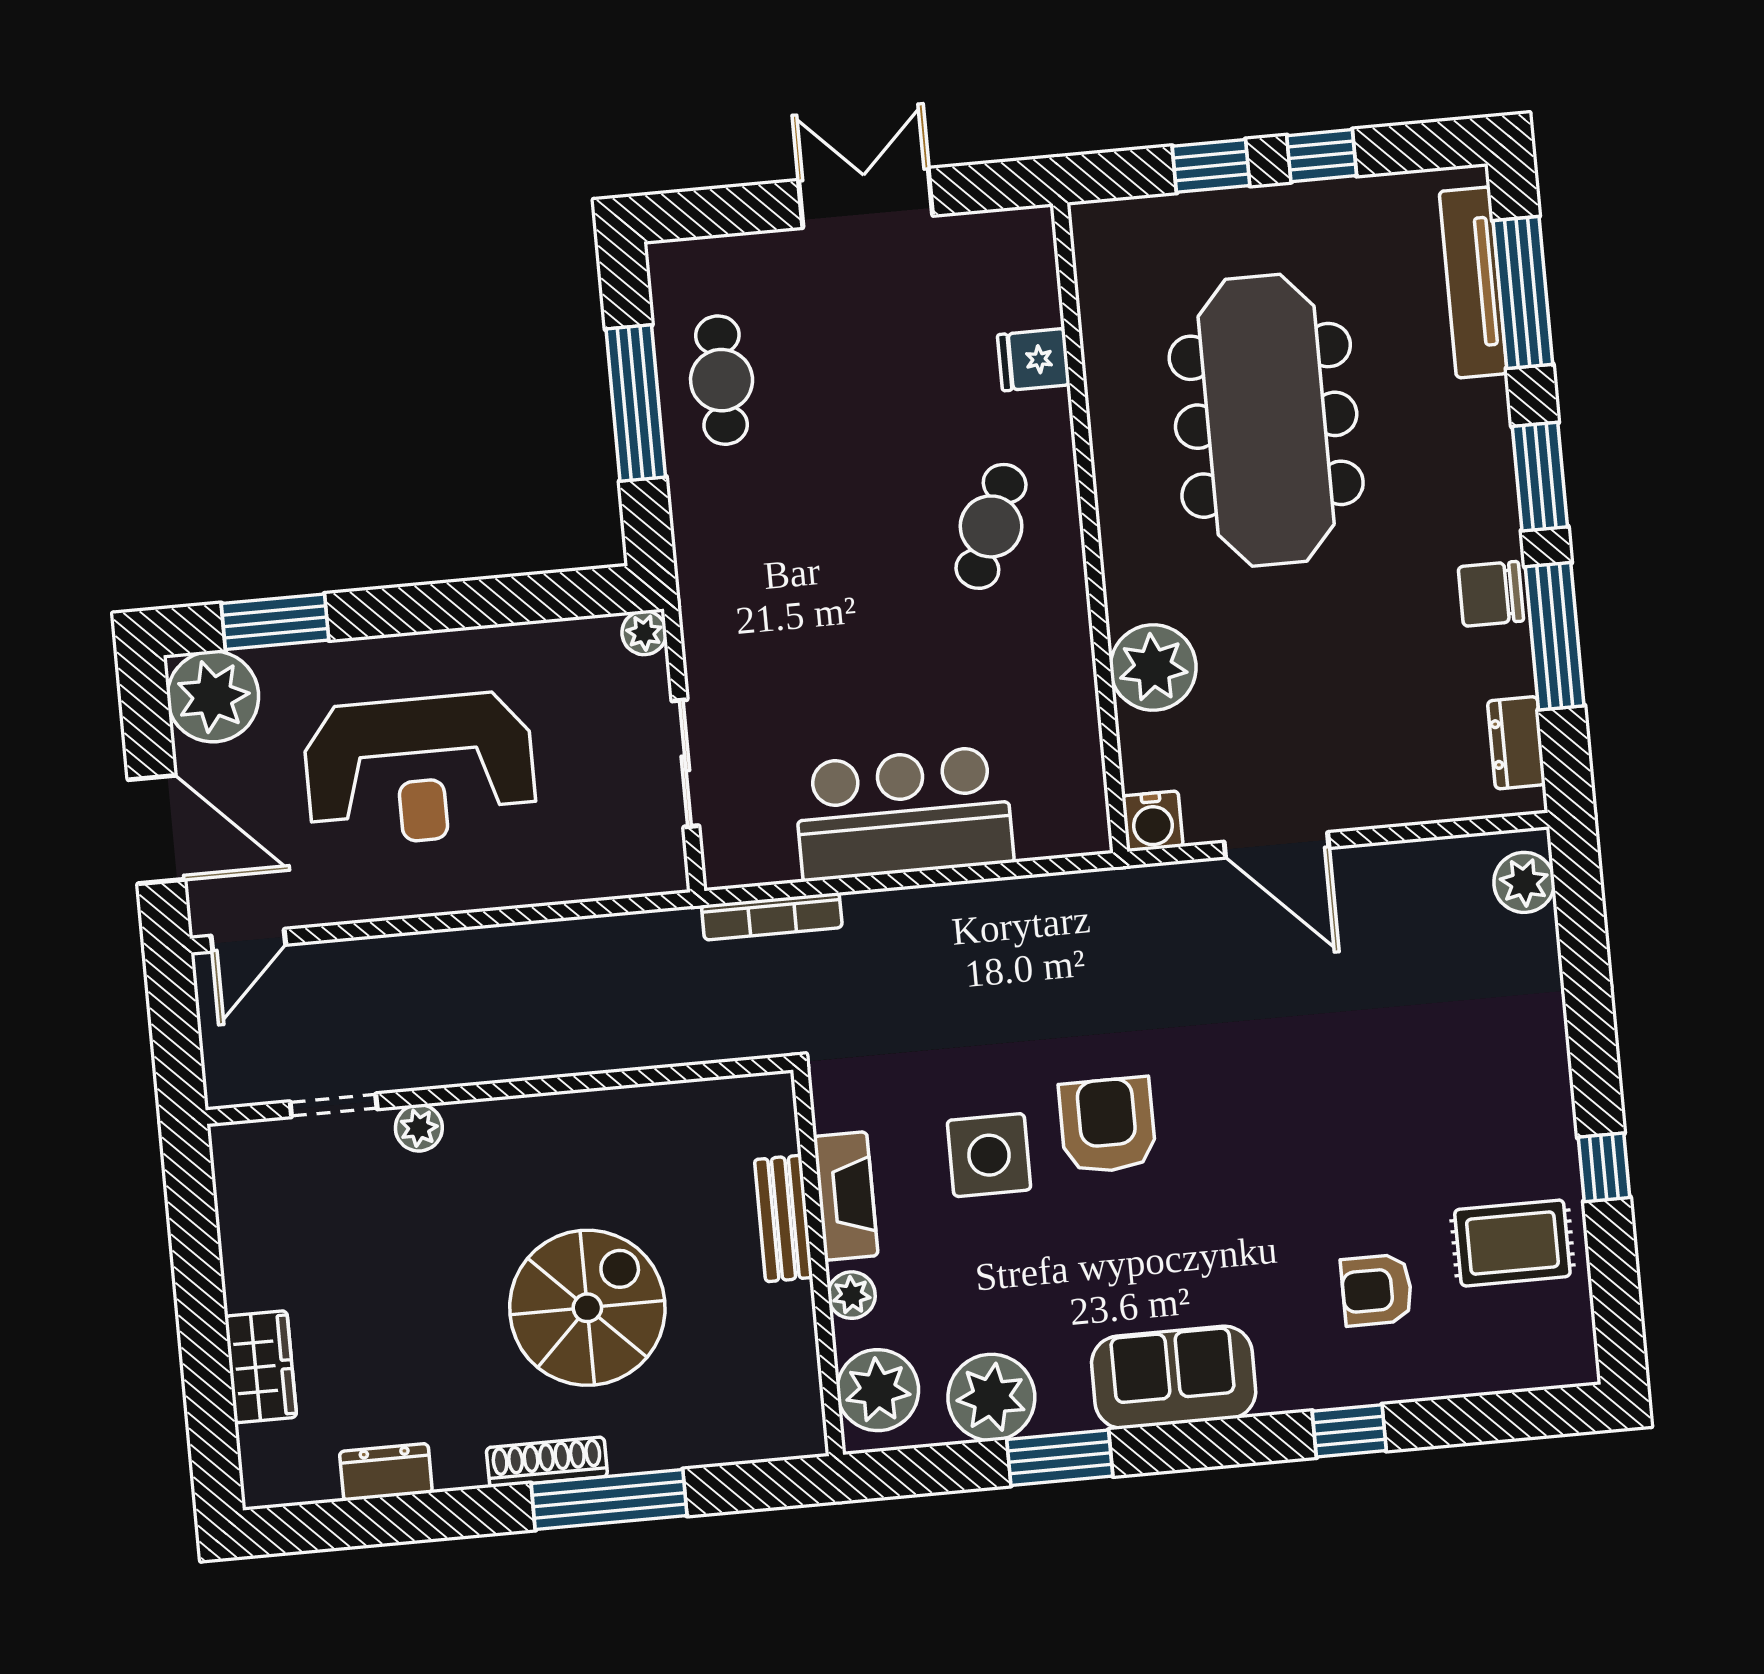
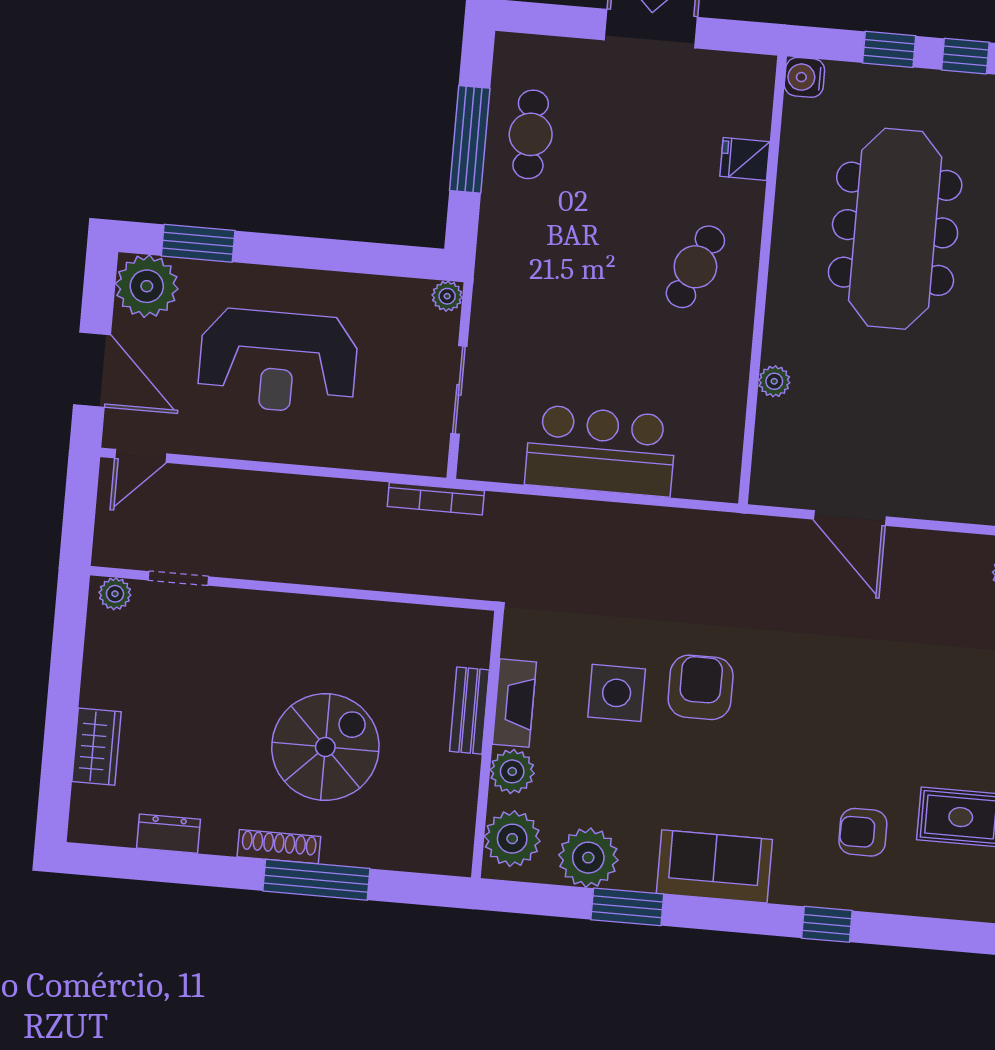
plant: (1153, 668) -> (774, 381), width x0.53, depth x0.53
water cooler: (1153, 821) -> (804, 77), moved, turned 90
bookcase: (772, 916) -> (436, 499), moved
plant: (419, 1128) -> (115, 594), moved
plant: (852, 1295) -> (512, 771), width x1.38, depth x1.38

